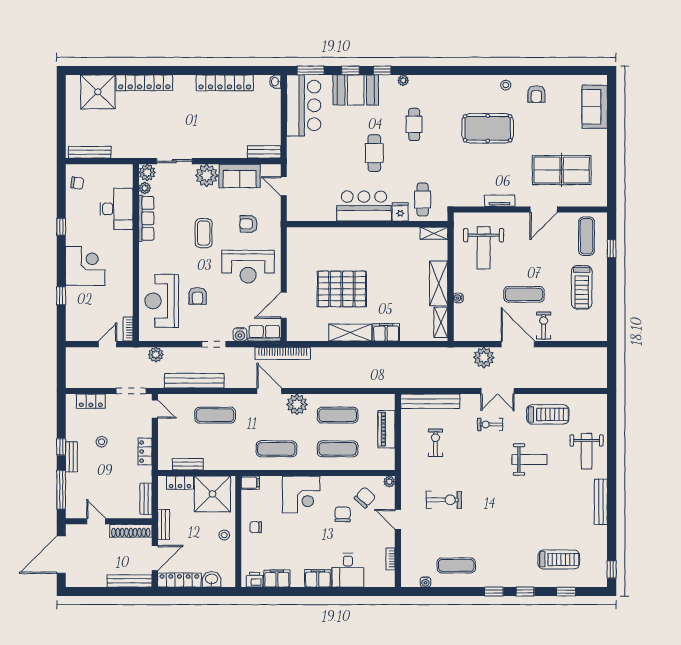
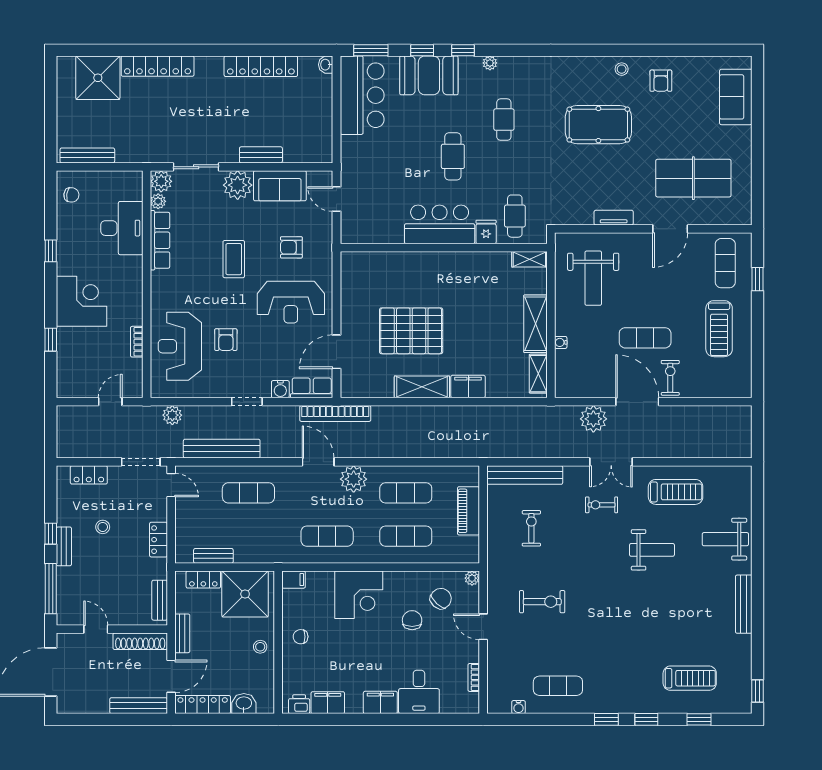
bench: (264, 152) -> (261, 155), moved
bookcase: (128, 329) -> (137, 342), moved
weight bench: (587, 451) -> (725, 539), turned 90

